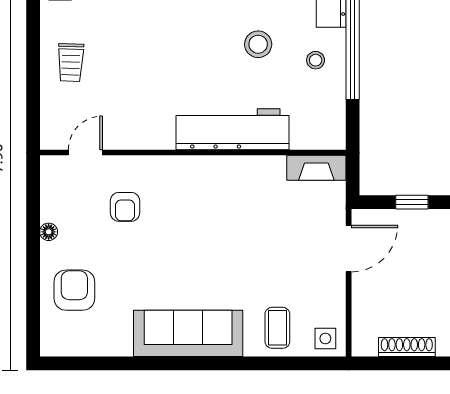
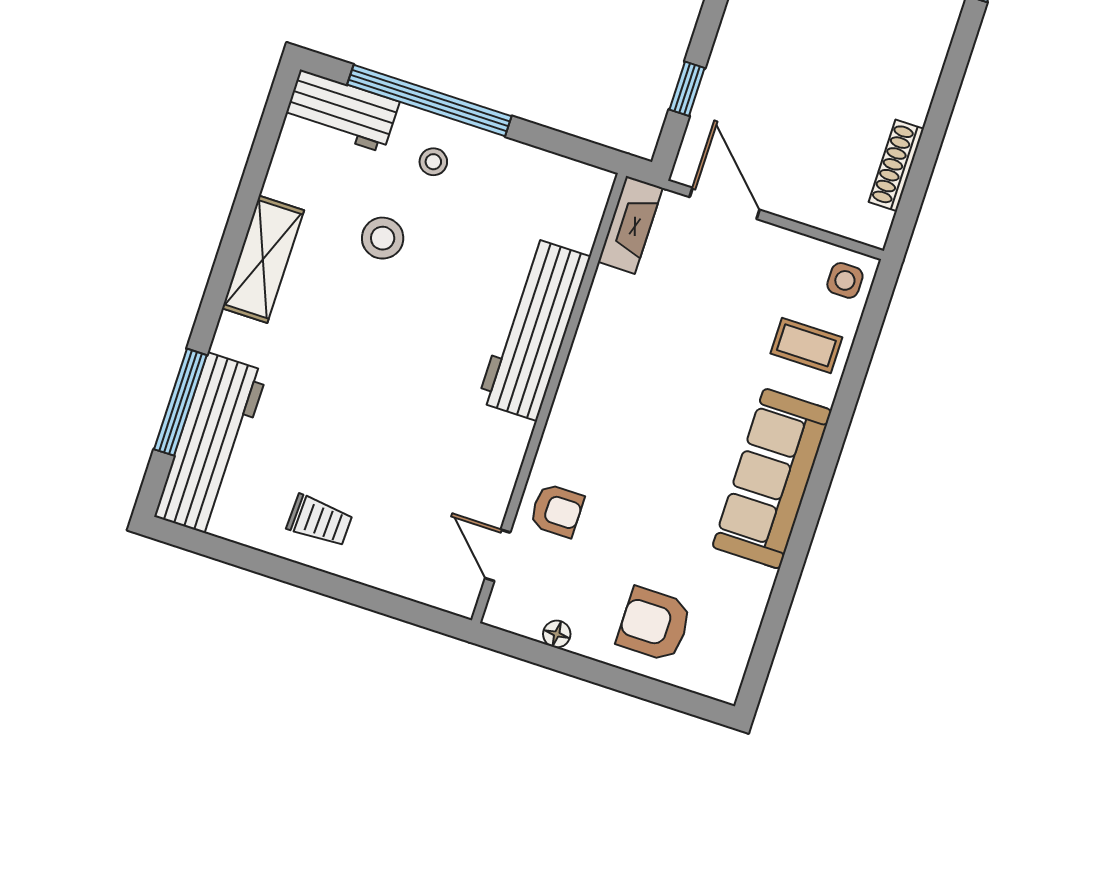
workbench: (232, 129) -> (534, 329), moved
door: (85, 153) -> (498, 555), moved
wall: (193, 153) -> (549, 398), moved
fireplace: (316, 168) -> (630, 225), moved

